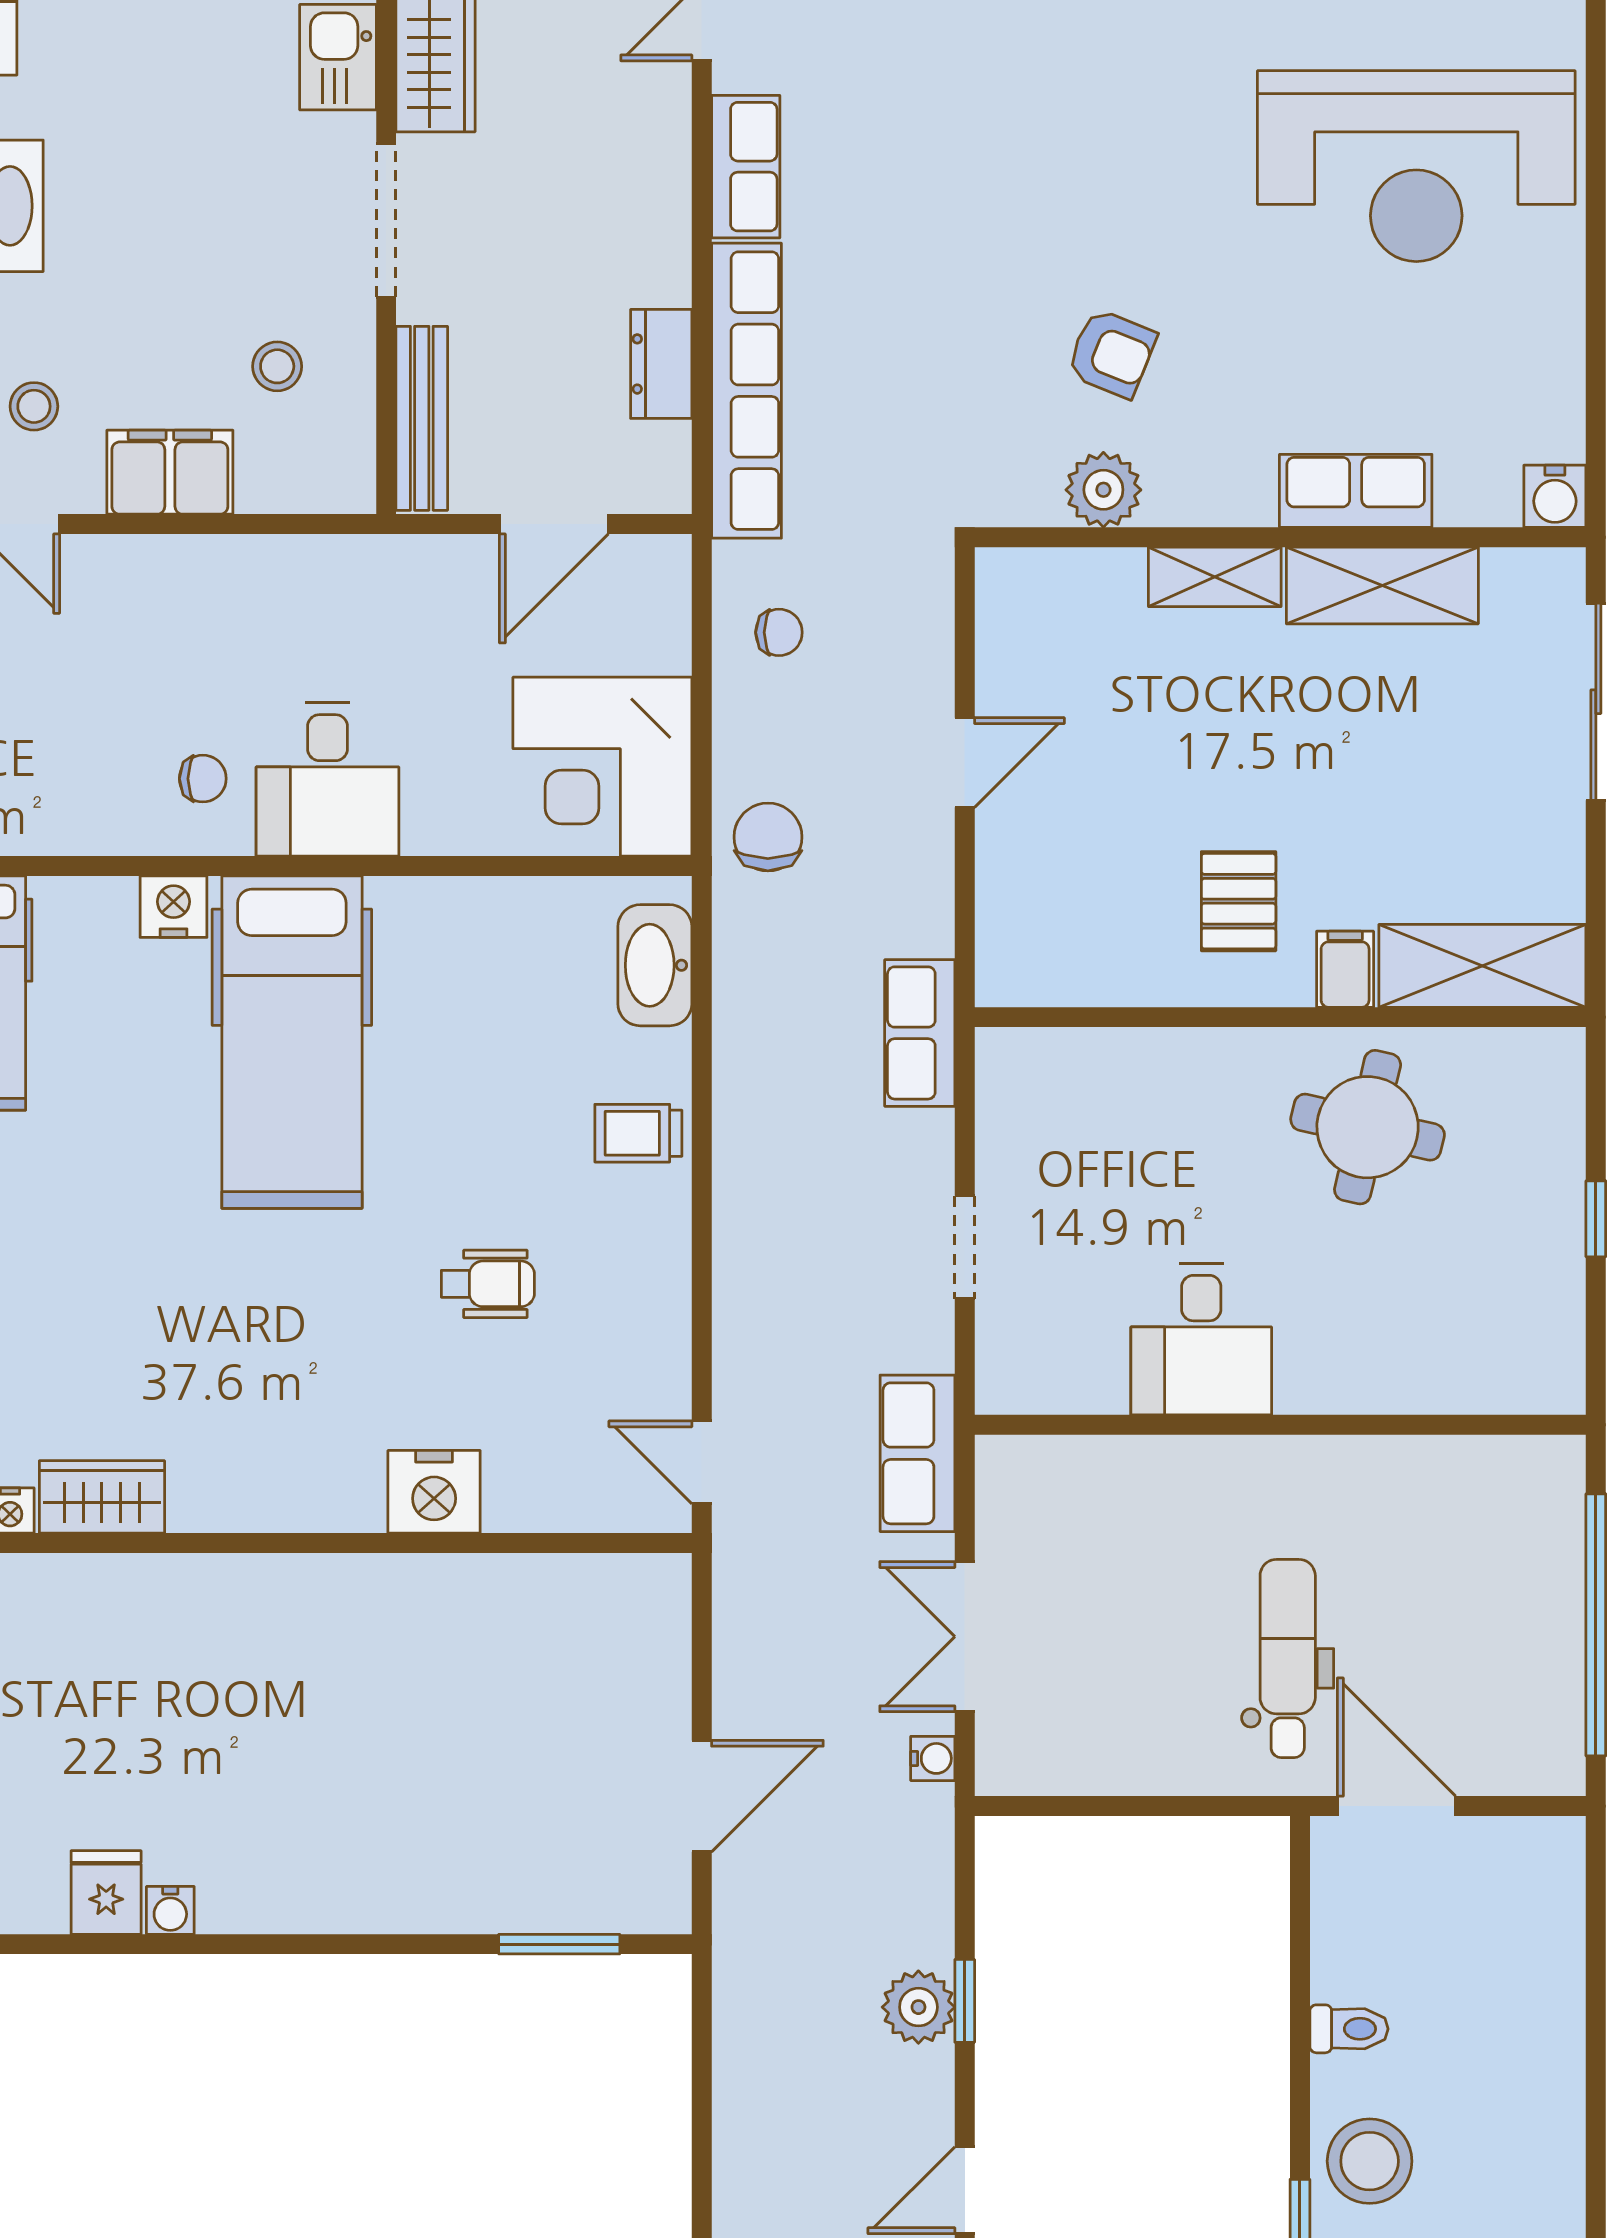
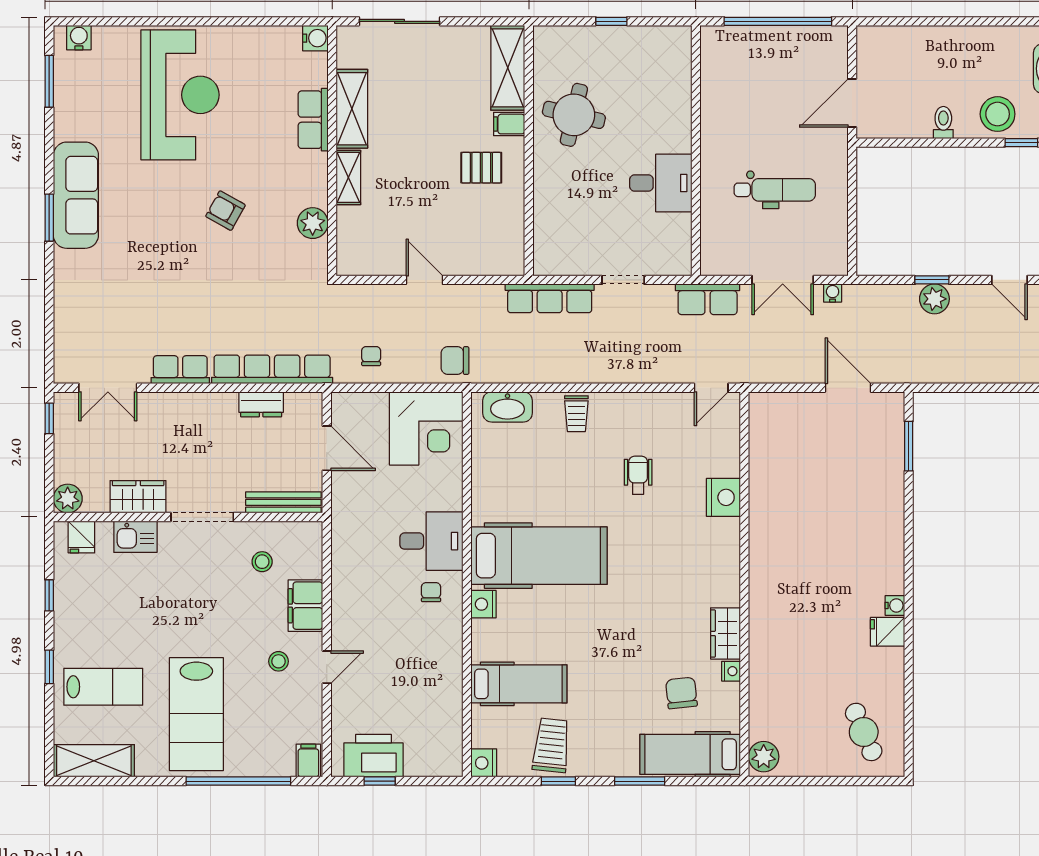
armchair: (1111, 353) -> (225, 211), moved, turned -83
row of seats: (920, 1033) -> (550, 298), width x1.48
dental chair: (1288, 1658) -> (775, 190), moved, turned 180

